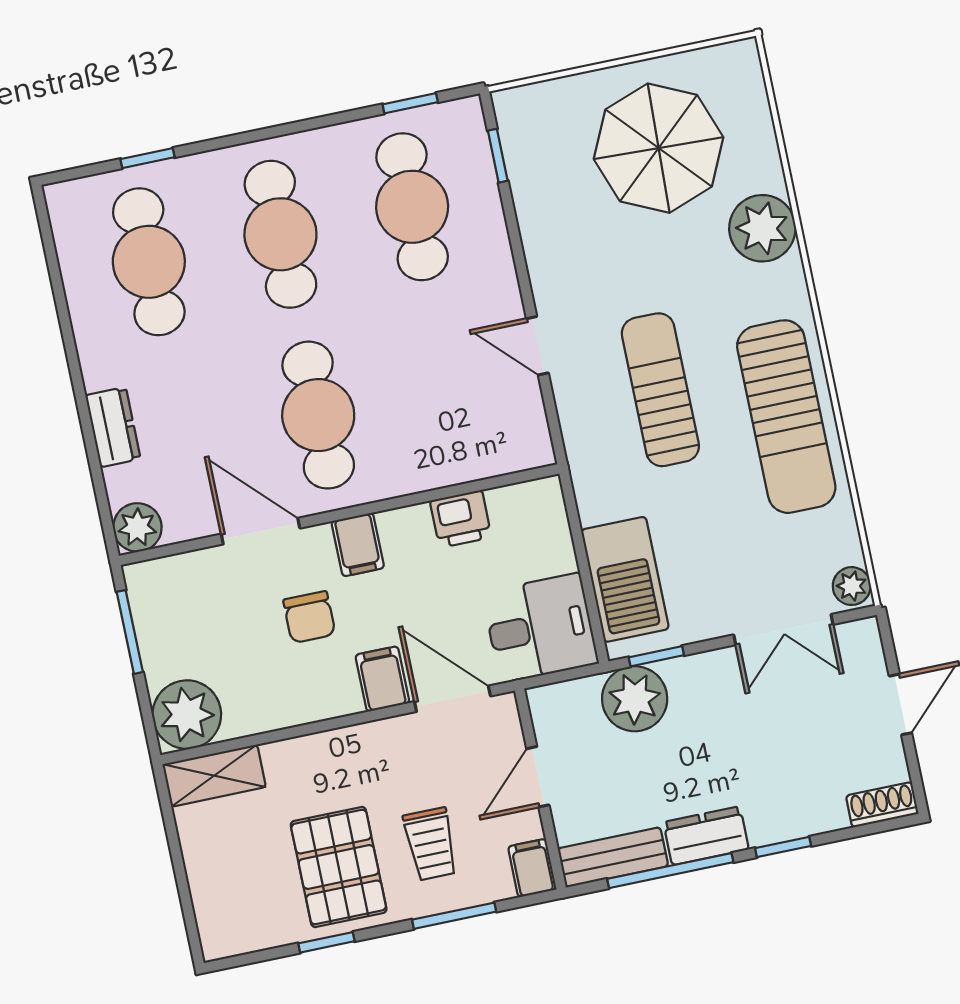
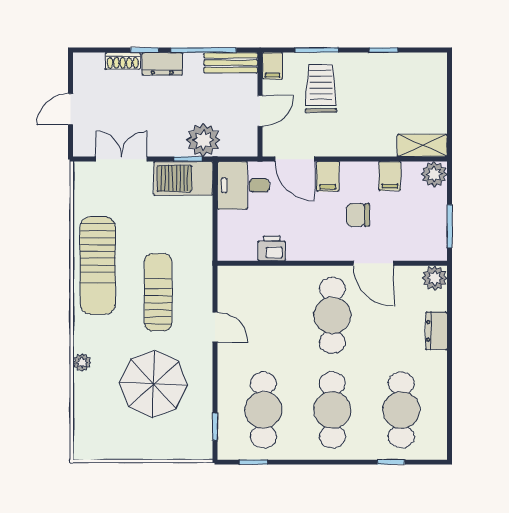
parasol: (659, 148) -> (153, 384), moved
plant: (762, 228) -> (82, 363), width x0.53, depth x0.53
sun lounger: (660, 390) -> (158, 292), turned 180
sun lounger: (786, 417) -> (98, 266), turned 180
filing cabinet: (358, 545) -> (390, 176), moved, turned 180
barbecue: (625, 579) -> (183, 178), moved, turned -90
plant: (852, 586) -> (83, 174), removed
chair: (309, 617) -> (358, 215), turned -90
plant: (187, 715) -> (434, 174), width x0.73, depth x0.73
shoe rack: (882, 805) -> (123, 61), moved
dresser: (706, 836) -> (162, 64), moved
trolley: (431, 844) -> (321, 88), width x1.36, depth x1.39
pallet: (339, 867) -> (369, 87), removed

